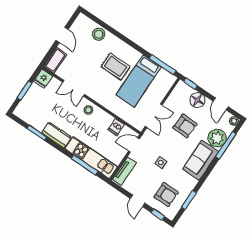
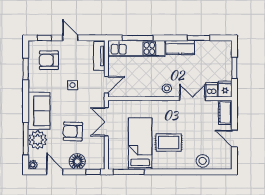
dishwasher: (116, 127) -> (212, 90), moved

